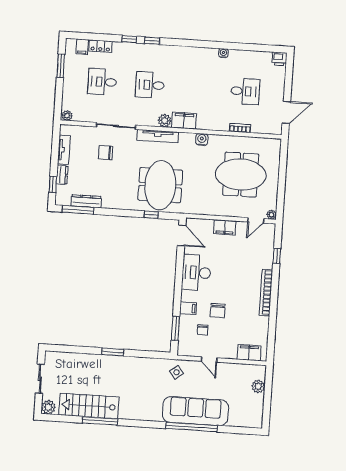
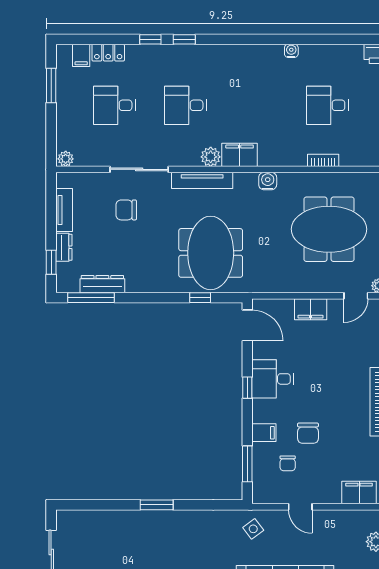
desk: (245, 91) -> (327, 105), turned 180
desk: (196, 273) -> (273, 379), width x0.73
window: (179, 277) -> (247, 388), added

